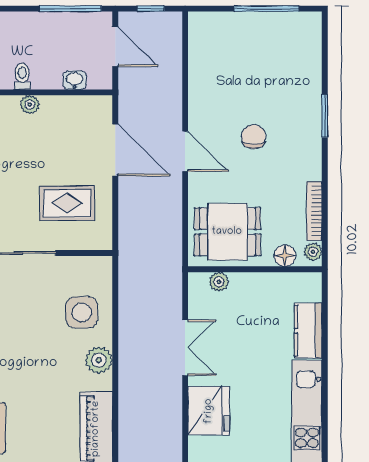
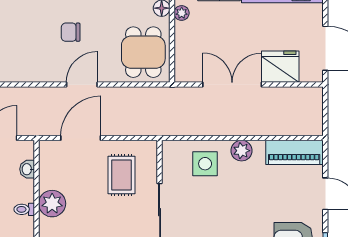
plant: (30, 105) -> (52, 204), width x1.87, depth x1.87
plant: (219, 282) -> (182, 13), moved
double door: (185, 348) -> (232, 85), width x1.37

